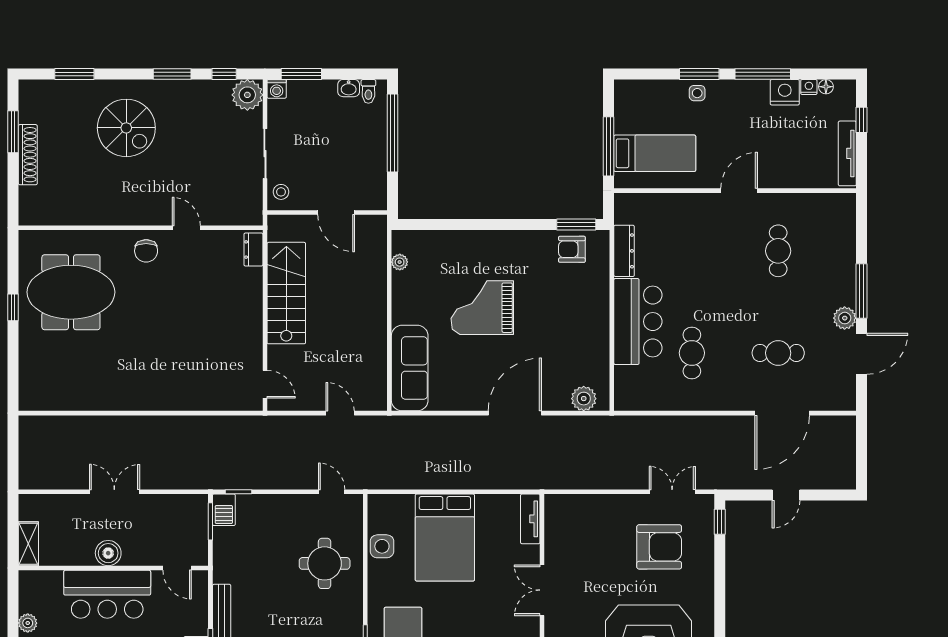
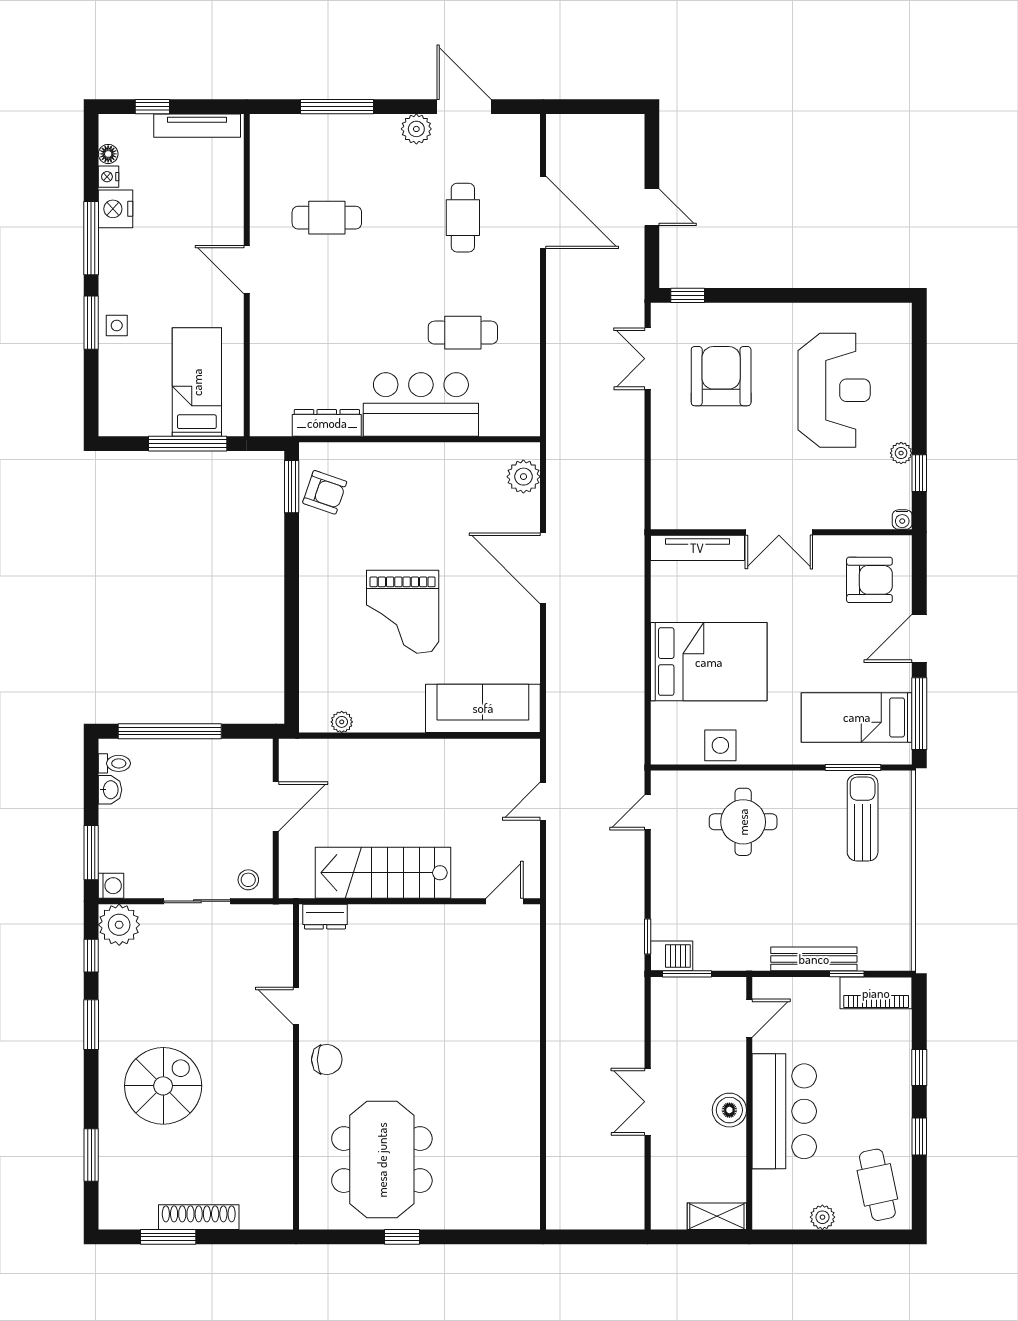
door: (186, 228) -> (296, 1006), hinge flipped
armchair: (572, 249) -> (325, 492), turned -71
window: (862, 291) -> (337, 107), moved
tv unit: (530, 519) -> (697, 548), width x1.41

